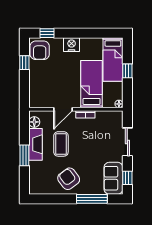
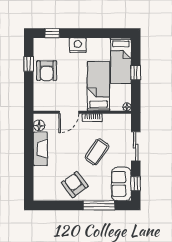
armchair: (40, 50) -> (47, 71), moved
coffee table: (61, 144) -> (97, 152), moved, turned 35
window: (24, 155) -> (29, 160), removed

